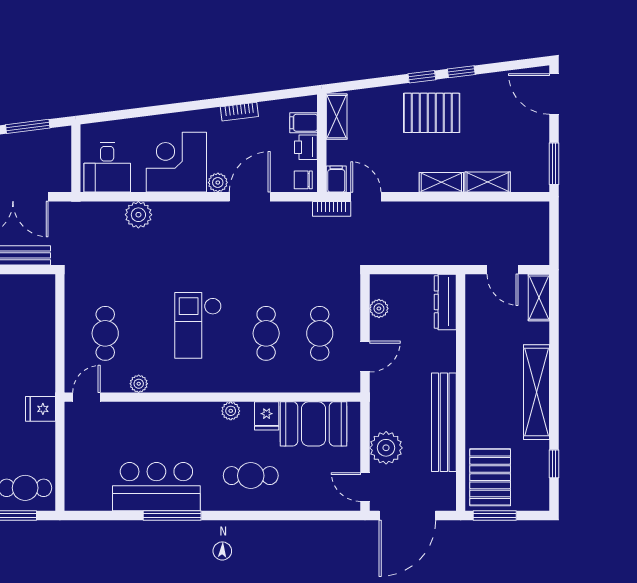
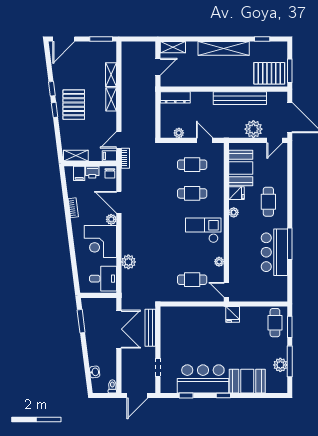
checkout: (198, 325) -> (203, 230), moved, turned 180

